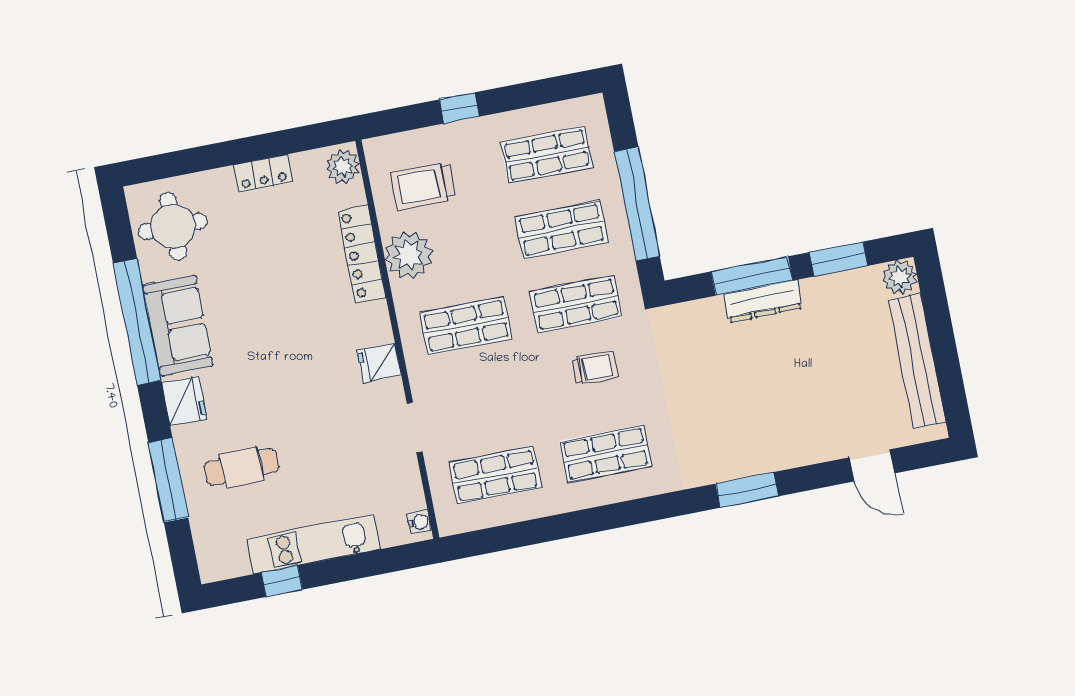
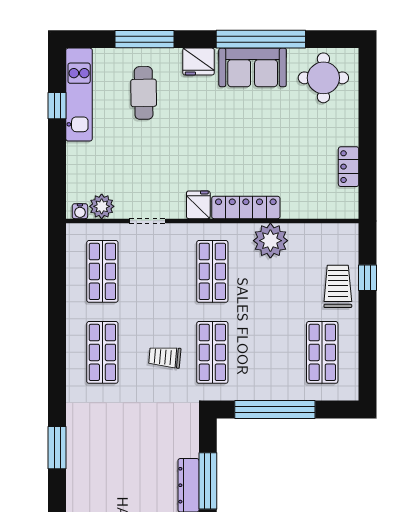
window: (459, 108) -> (368, 278), moved
plant: (343, 167) -> (102, 206), moved
locker: (263, 173) -> (349, 167), moved
trolley: (423, 186) -> (338, 286), moved
shop shelf: (561, 230) -> (267, 352), removed
locker: (362, 254) -> (246, 207), moved
trolley: (595, 368) -> (165, 357), turned 95
kitchen unit: (313, 544) -> (79, 95), moved

